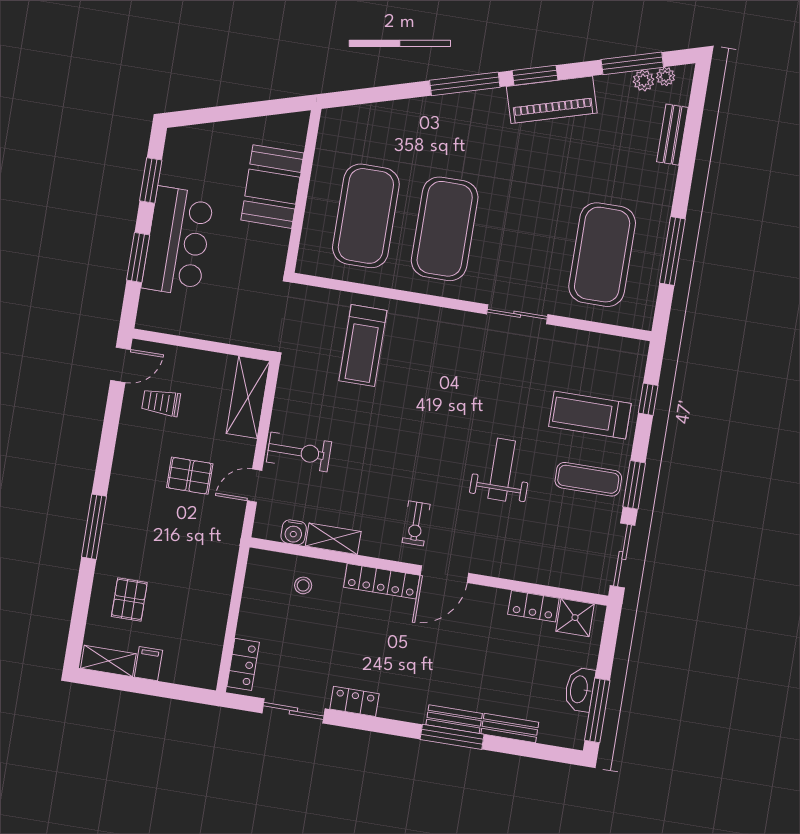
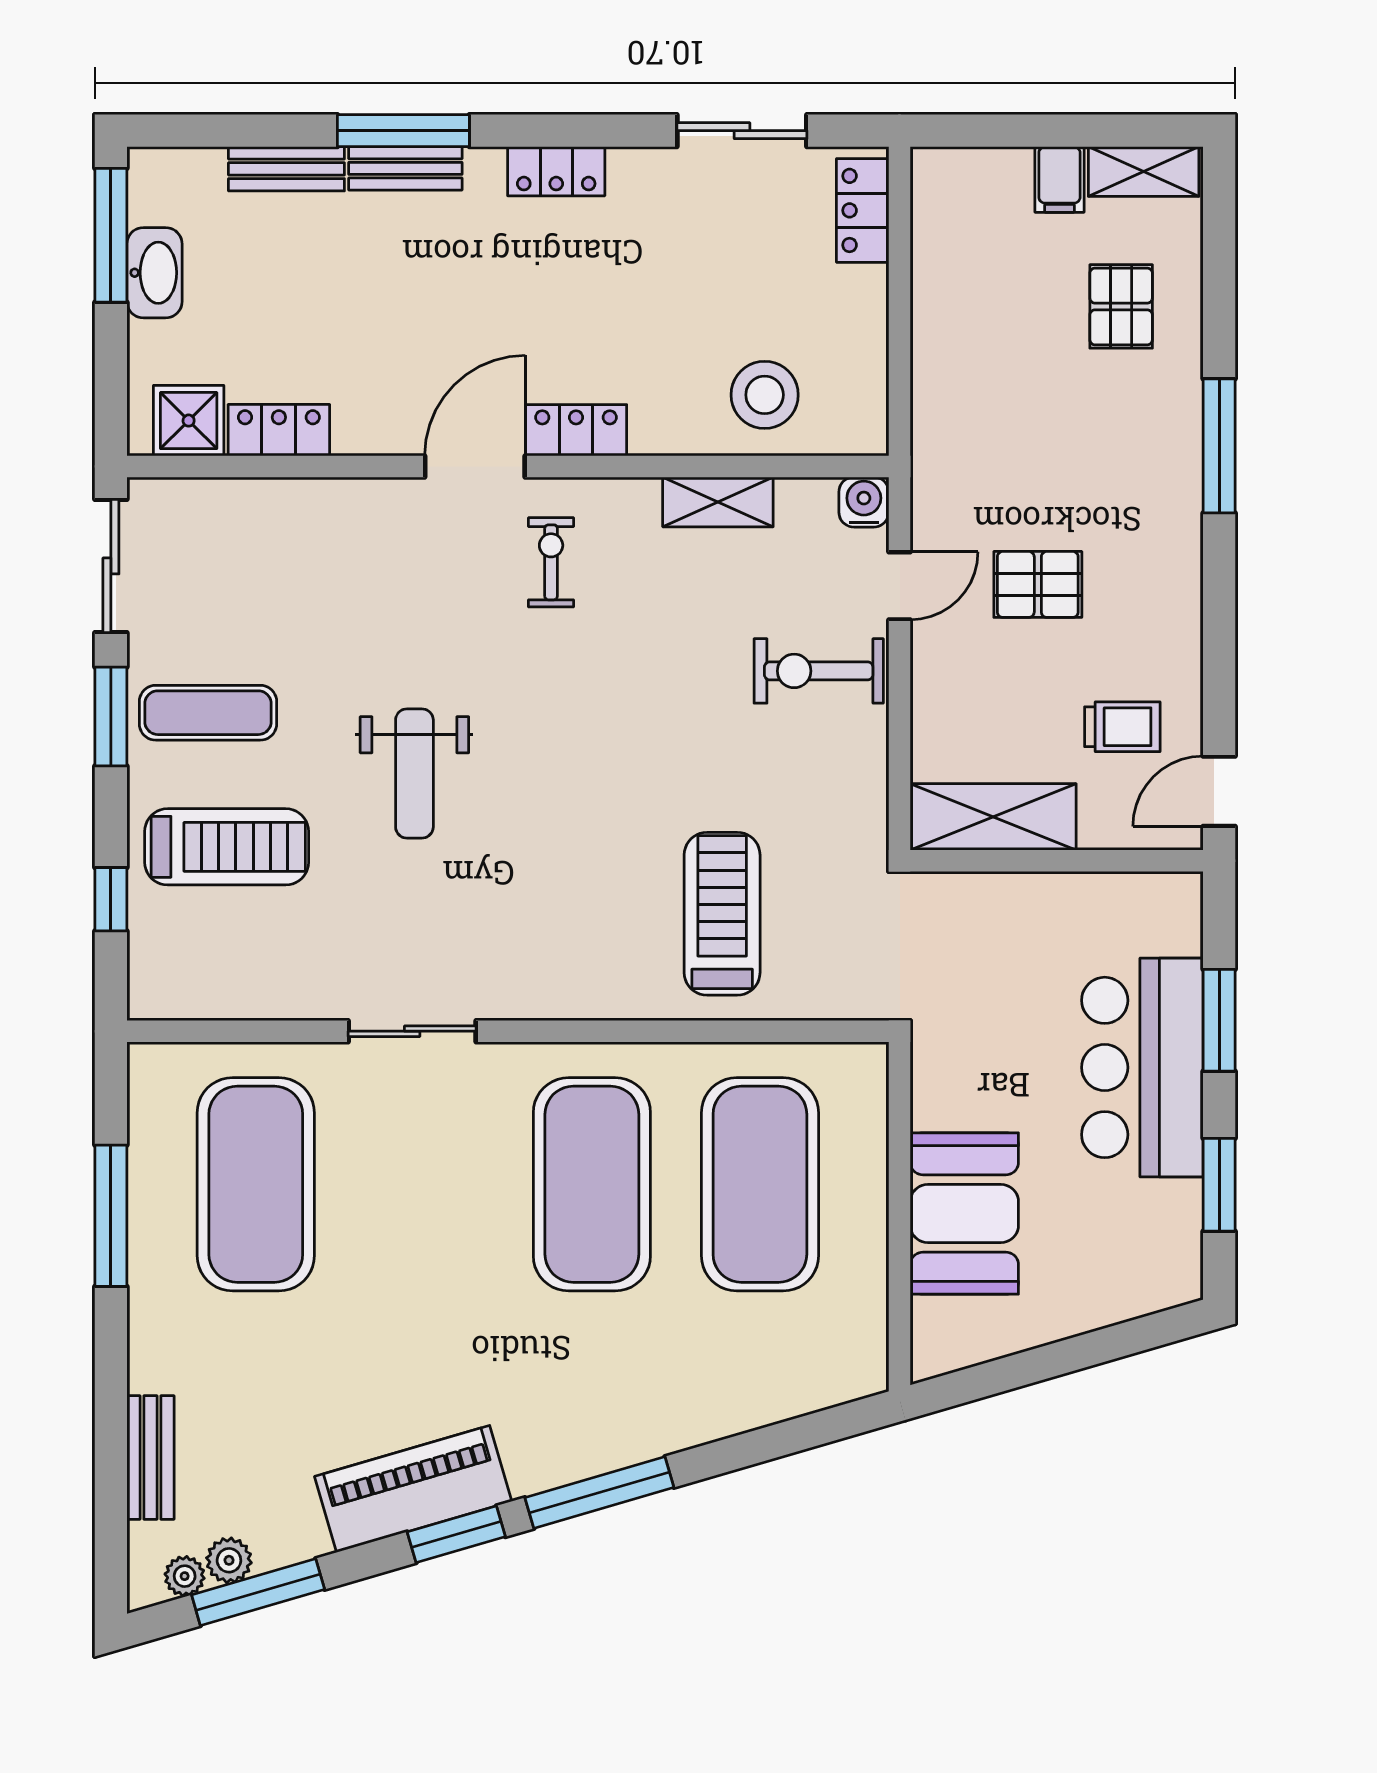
shelving: (248, 397) -> (993, 817), moved, turned 90
weight bench: (502, 470) -> (414, 773), moved
water cooler: (294, 532) -> (864, 502), moved
locker: (382, 581) -> (576, 430), width x0.66
stool: (303, 585) -> (765, 395), width x1.89, depth x1.89
locker: (354, 701) -> (556, 171), moved

